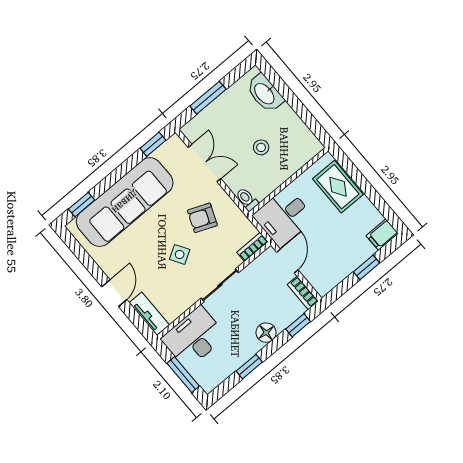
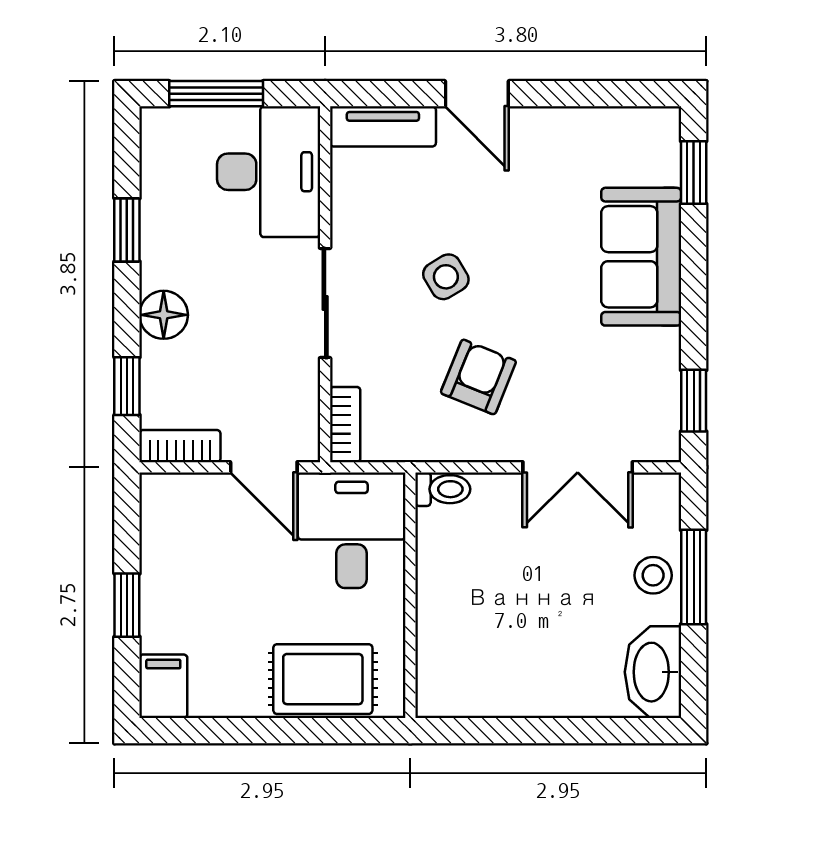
washbasin: (265, 93) -> (653, 672), moved, turned -90
stool: (261, 147) -> (653, 575), moved
sofa: (125, 202) -> (641, 257), width x0.54, depth x0.79

